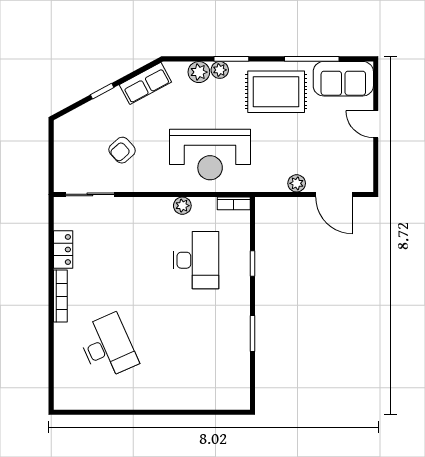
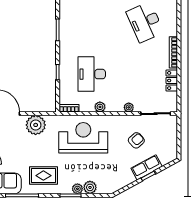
row of seats: (145, 83) -> (147, 167), moved
rug: (276, 92) -> (43, 176), width x0.73, depth x0.70
plant: (297, 183) -> (36, 125), width x1.88, depth x1.88
plant: (135, 205) -> (129, 107), added

